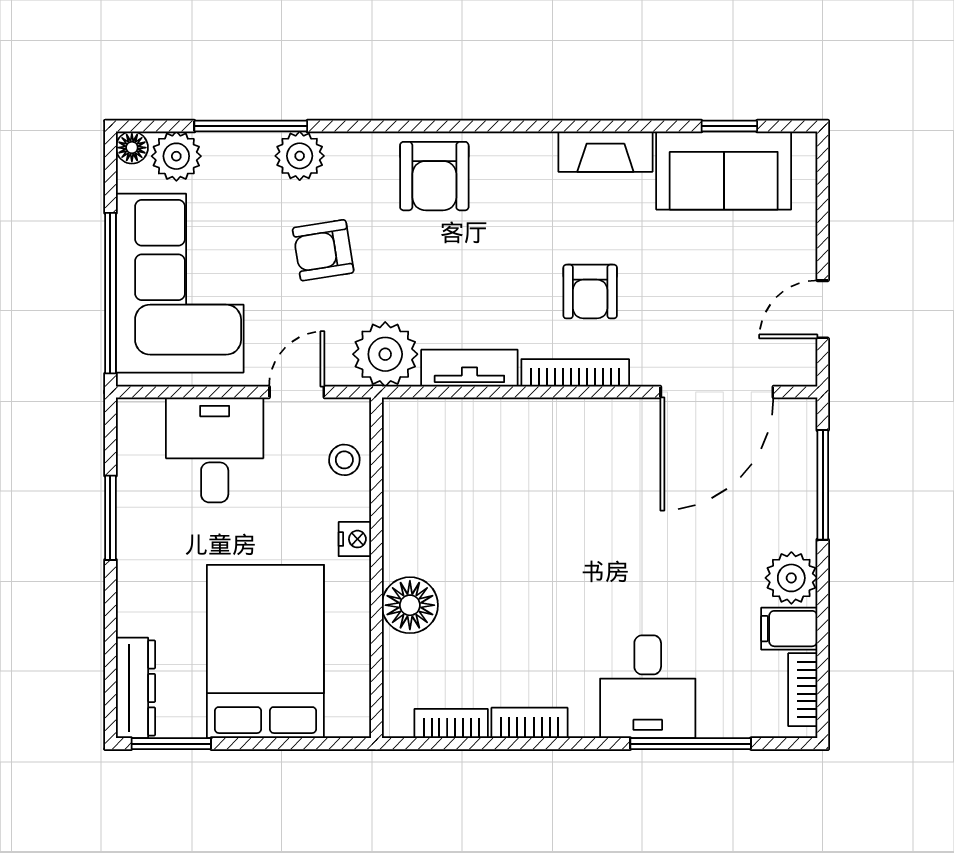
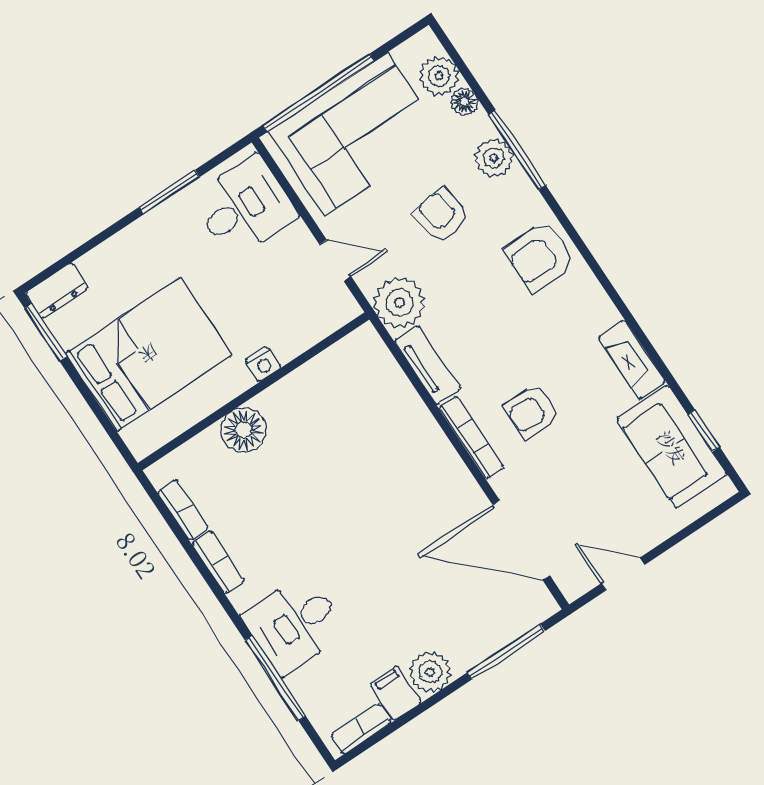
window: (251, 126) -> (517, 150), moved
floor lamp: (132, 148) -> (464, 102), moved
desk: (215, 450) -> (244, 207), moved
stool: (344, 460) -> (311, 322), removed
dresser: (136, 688) -> (57, 291), width x0.70

